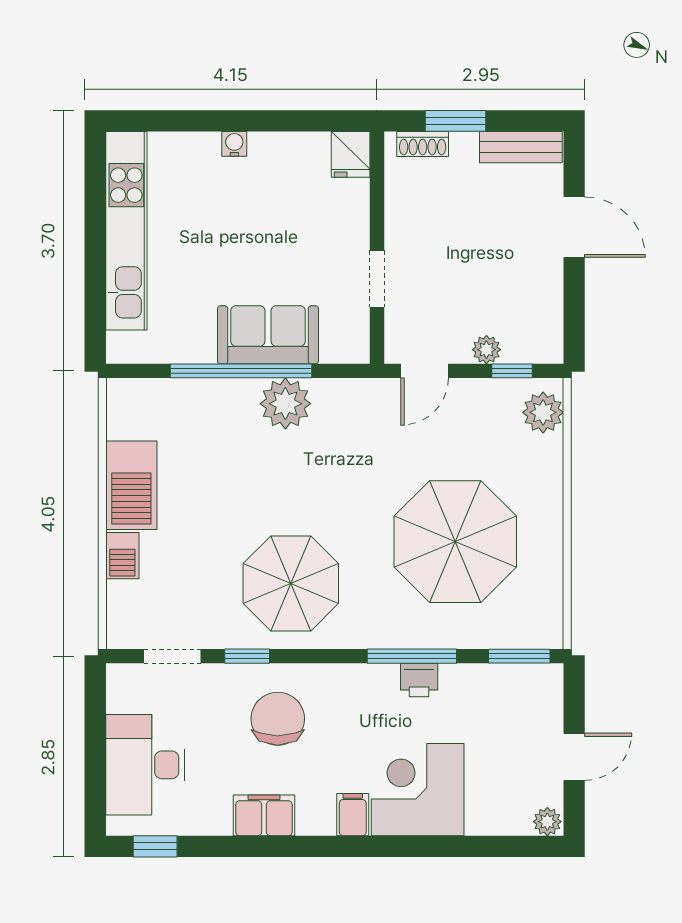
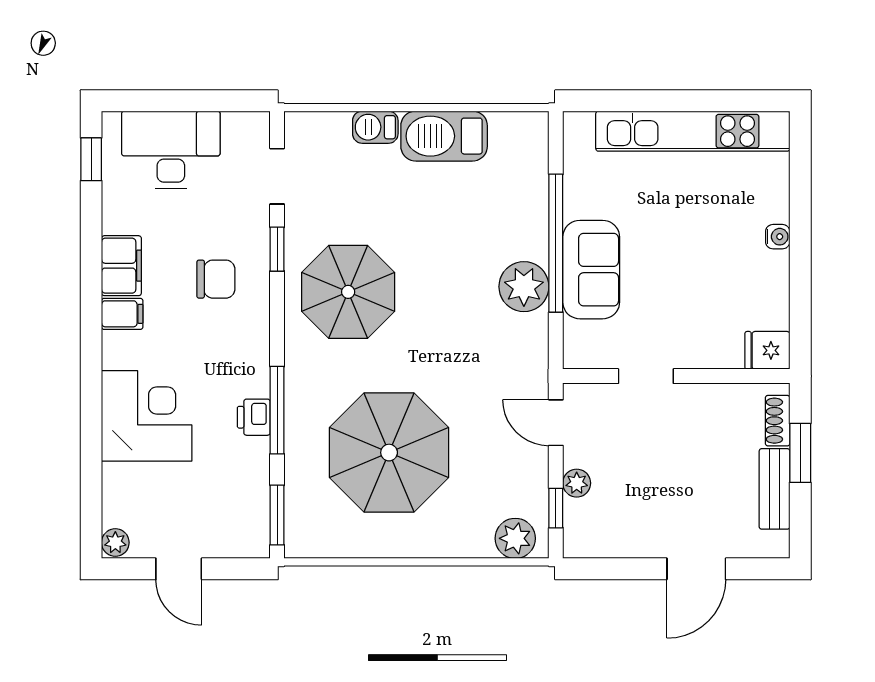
bench: (521, 147) -> (774, 489), moved
chair: (278, 719) -> (216, 279), width x0.73, depth x0.73
filing cabinet: (353, 815) -> (122, 314), moved

